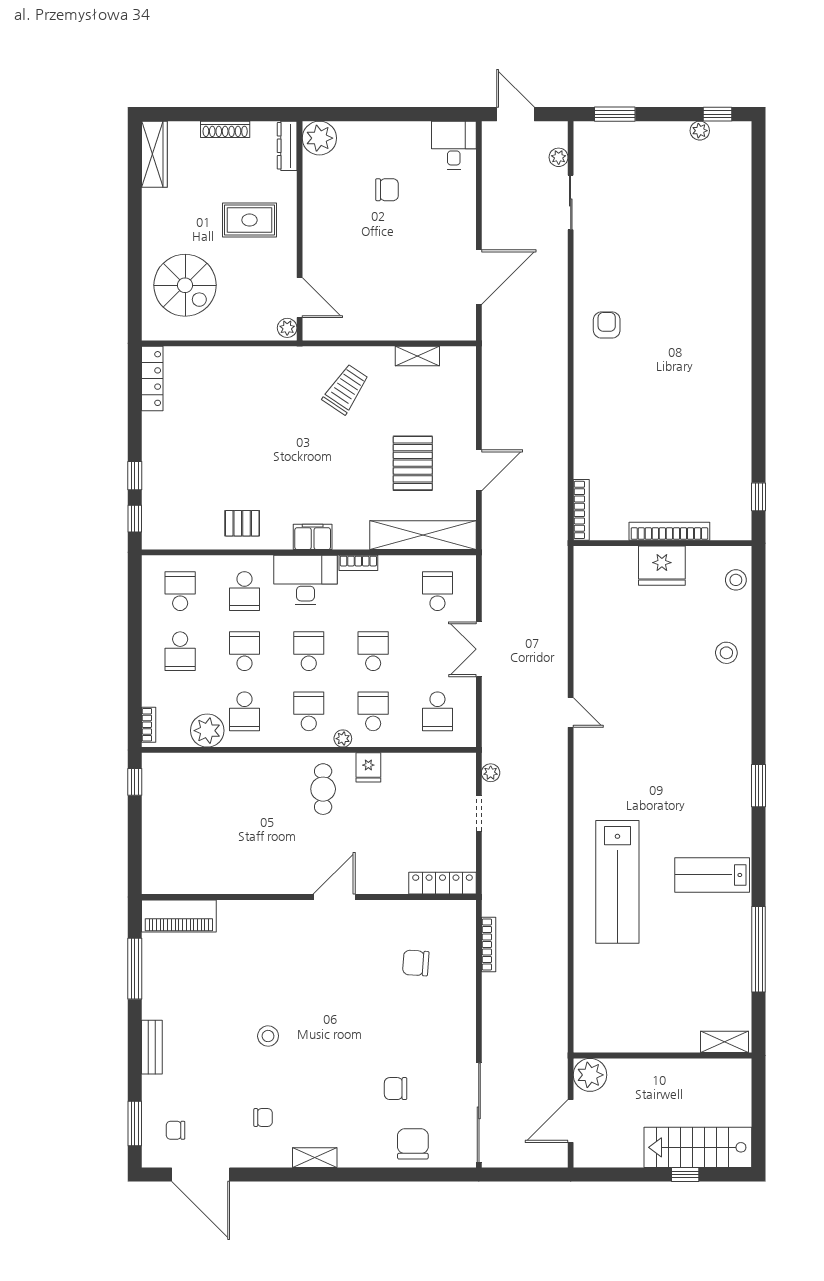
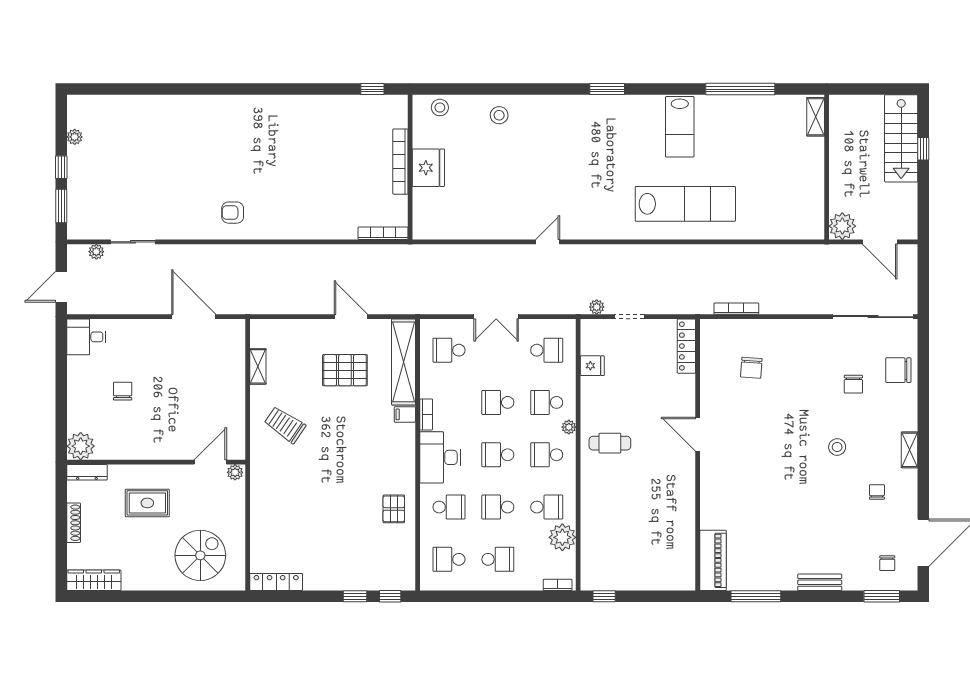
window: (717, 114) -> (61, 167), moved
rug: (249, 220) -> (147, 503), turned 90
filing cabinet: (313, 537) -> (405, 414), moved, width x0.50
fridge: (368, 767) -> (592, 366), moved
stool: (268, 1036) -> (837, 447), moved

